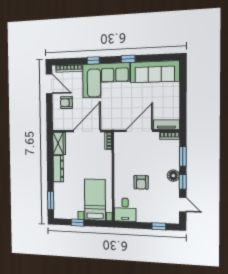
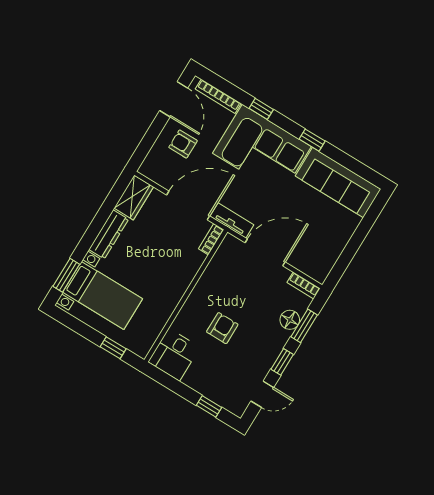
tv unit: (166, 125) -> (232, 220), moved
floor lamp: (173, 176) -> (290, 320), moved
armchair: (141, 182) -> (222, 328), turned 180
bed with nightstands: (95, 200) -> (103, 295), moved, turned 90
door: (183, 205) -> (262, 394), hinge flipped
window: (77, 223) -> (113, 348), moved

